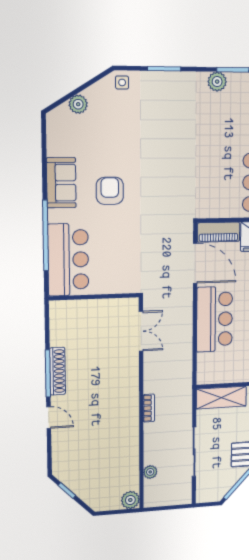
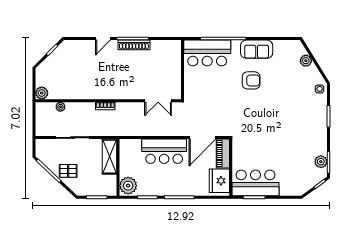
plant: (217, 82) -> (321, 162), moved

